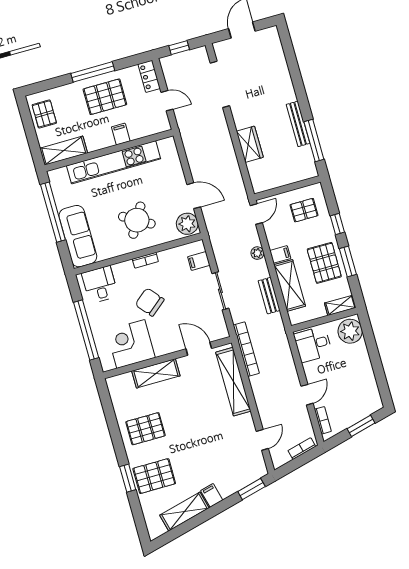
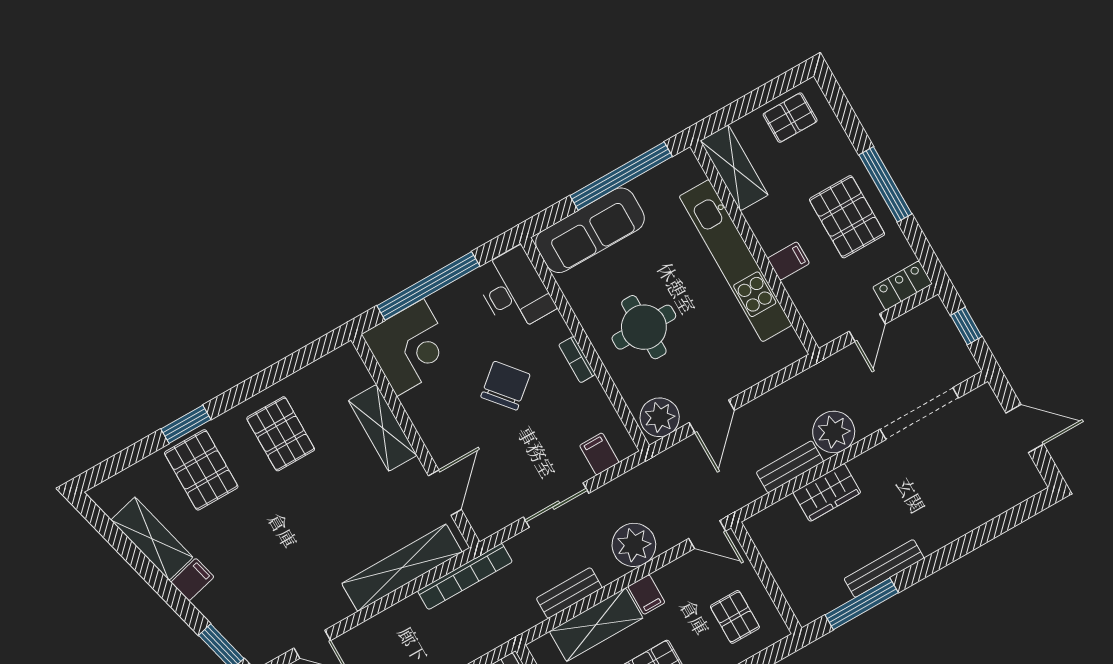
plant: (218, 133) -> (834, 432), added
bench: (231, 161) -> (790, 467), added
round table: (137, 220) -> (644, 327), turned -30
plant: (257, 253) -> (634, 545), width x1.87, depth x1.87
desk: (100, 285) -> (514, 290), width x1.37
corner desk: (131, 344) -> (410, 348), moved, turned 90

